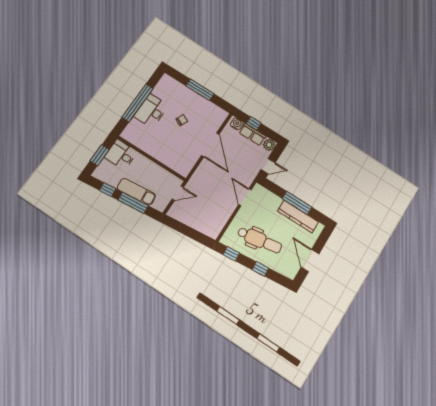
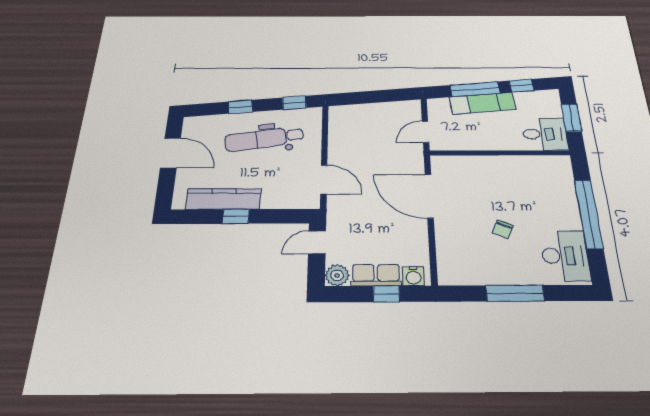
desk: (151, 111) -> (565, 256), moved
door: (210, 145) -> (429, 196), moved
window: (297, 203) -> (236, 216), width x0.46

